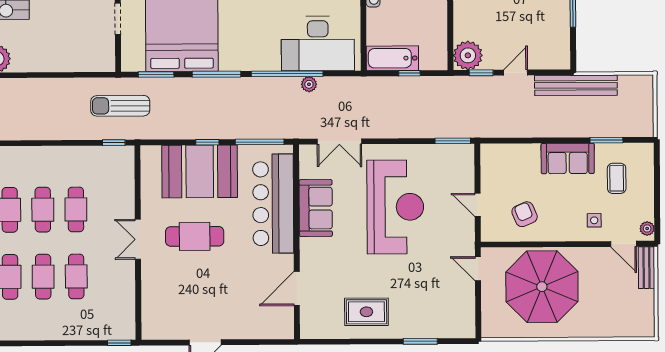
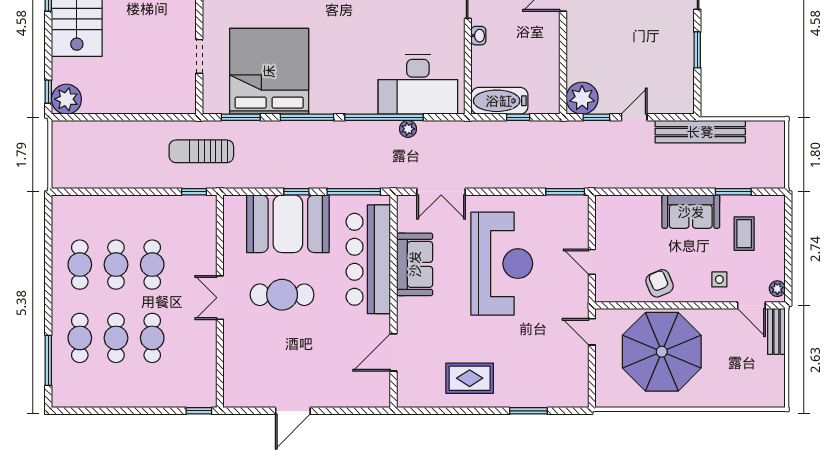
armchair: (525, 214) -> (660, 283), moved

